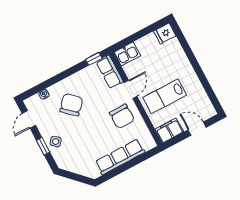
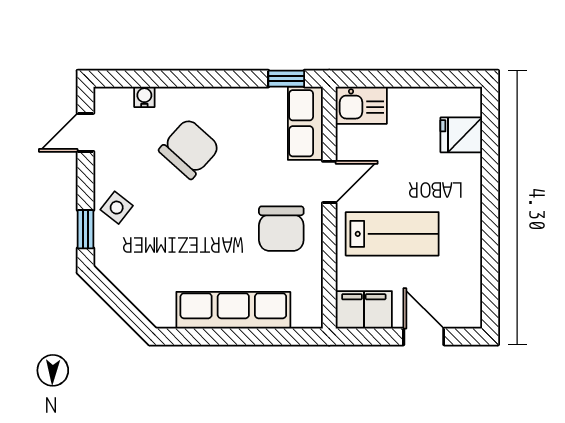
fridge: (165, 33) -> (461, 135), moved
lab bench: (165, 96) -> (392, 234), turned 180
window: (43, 146) -> (86, 229), moved

